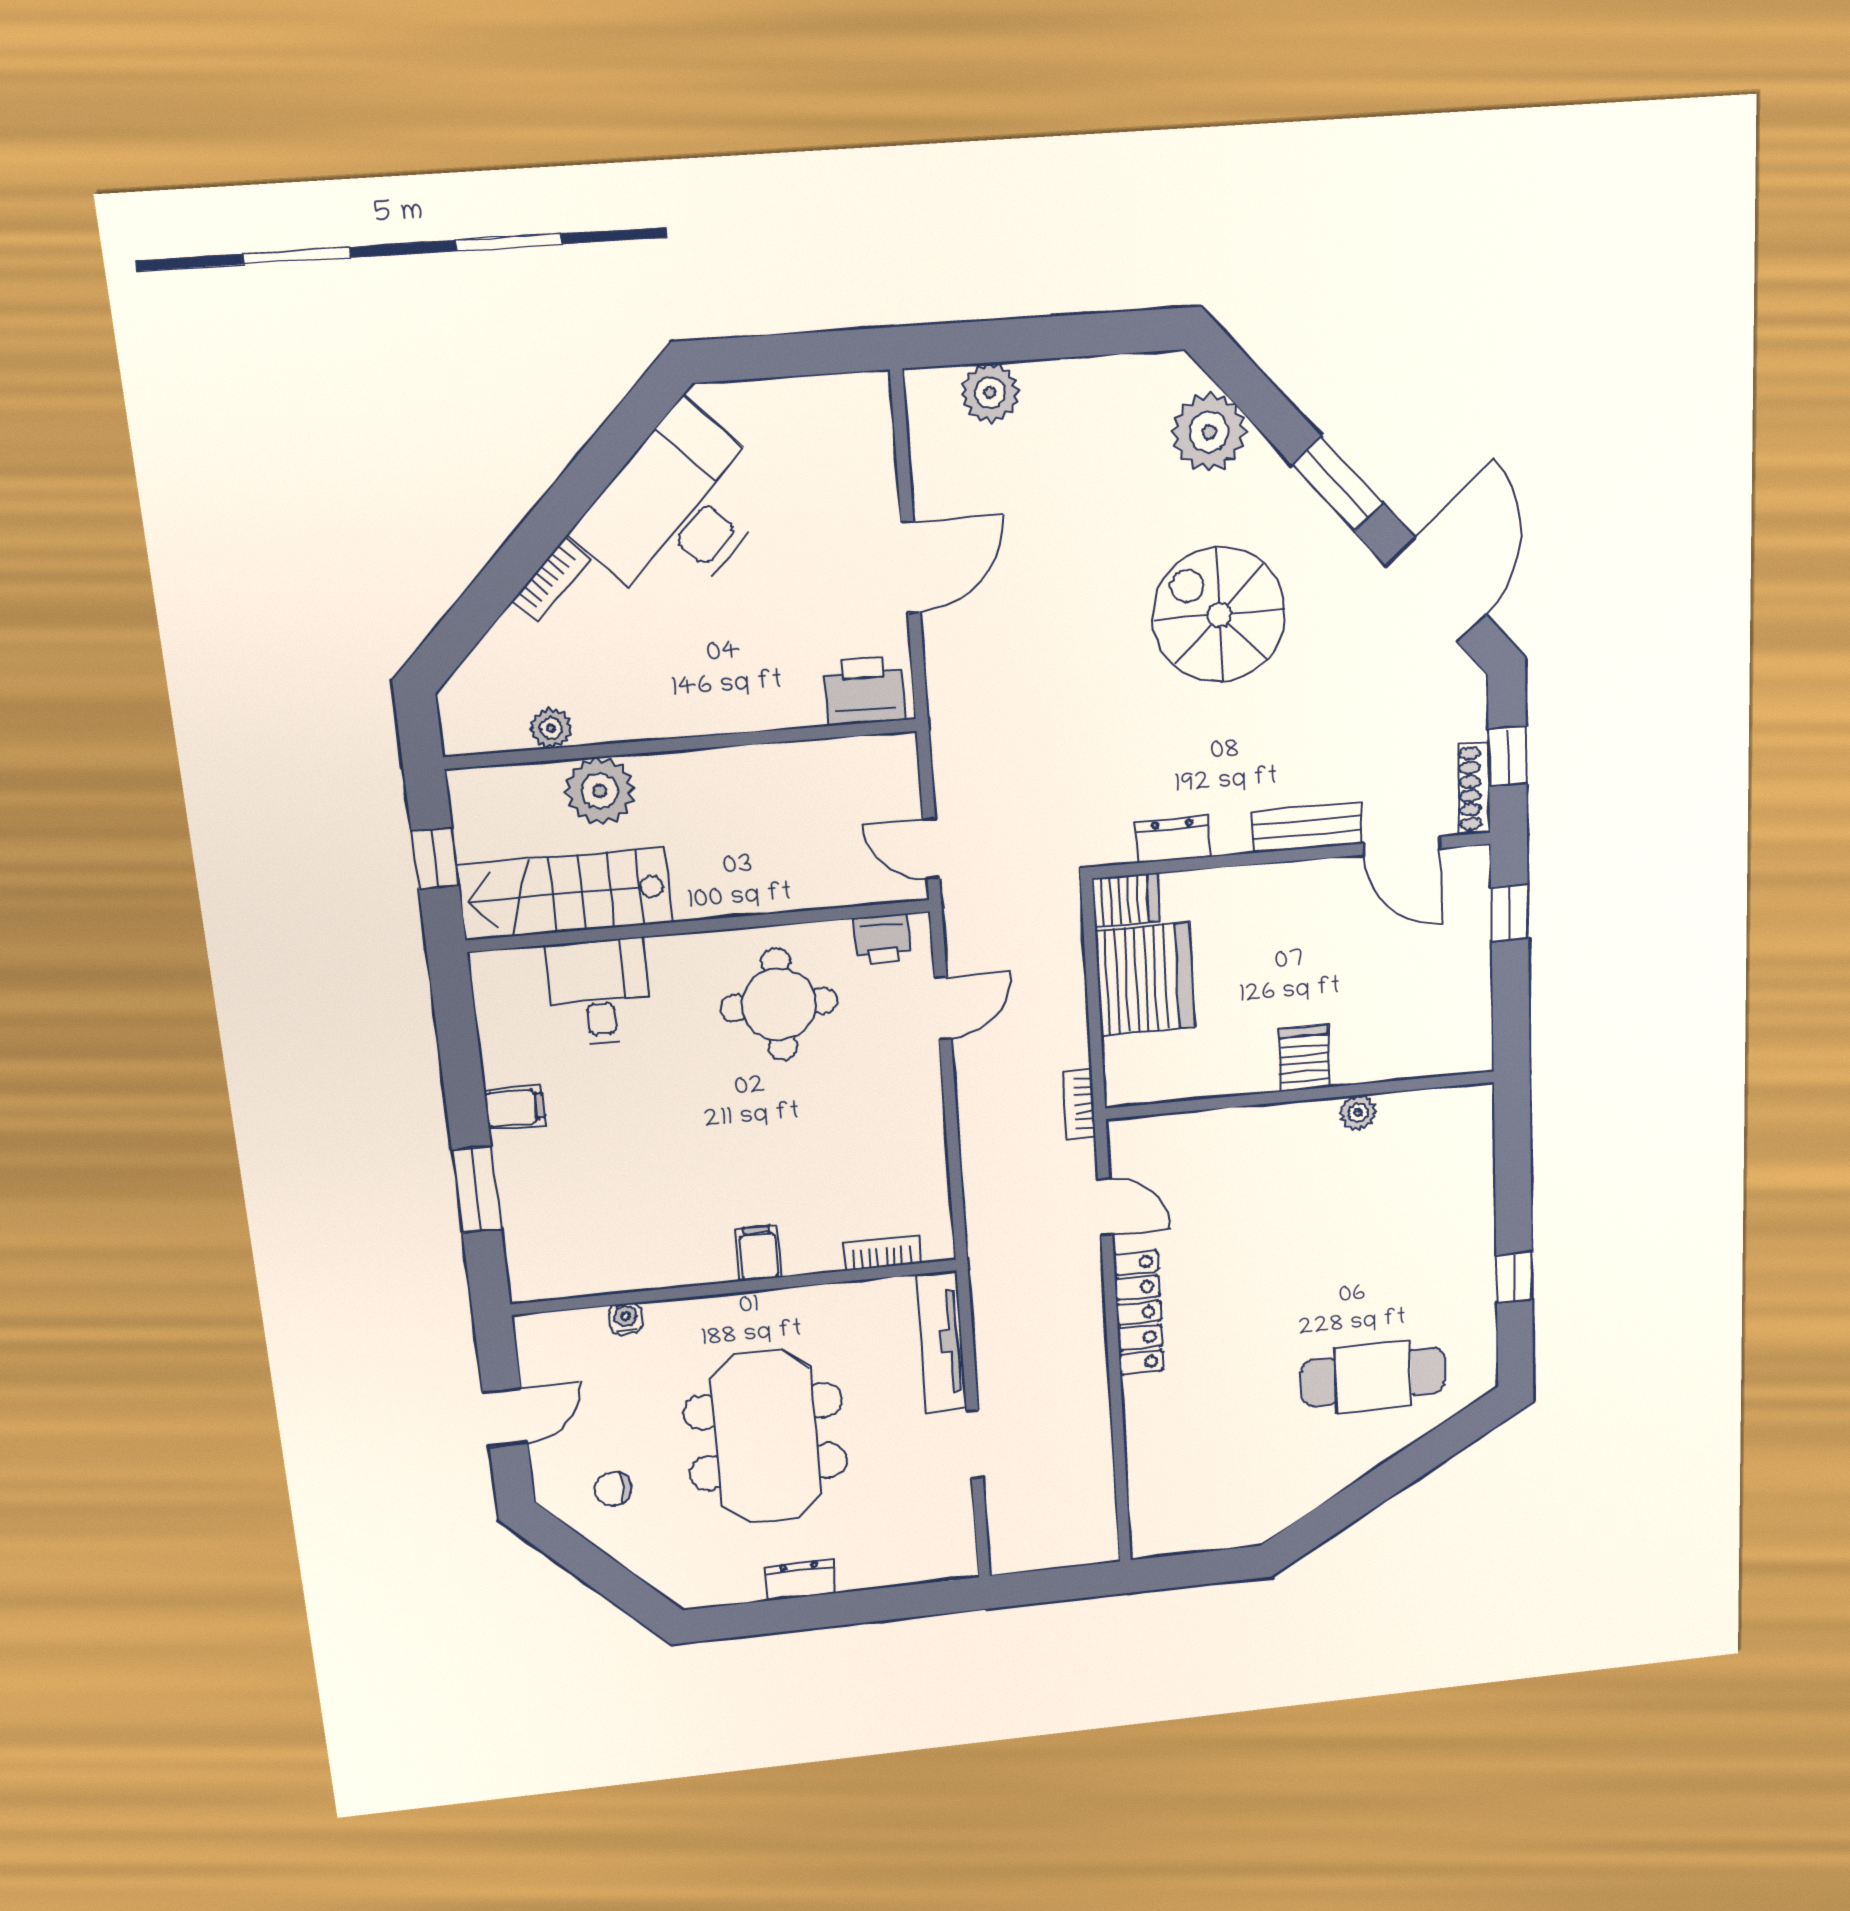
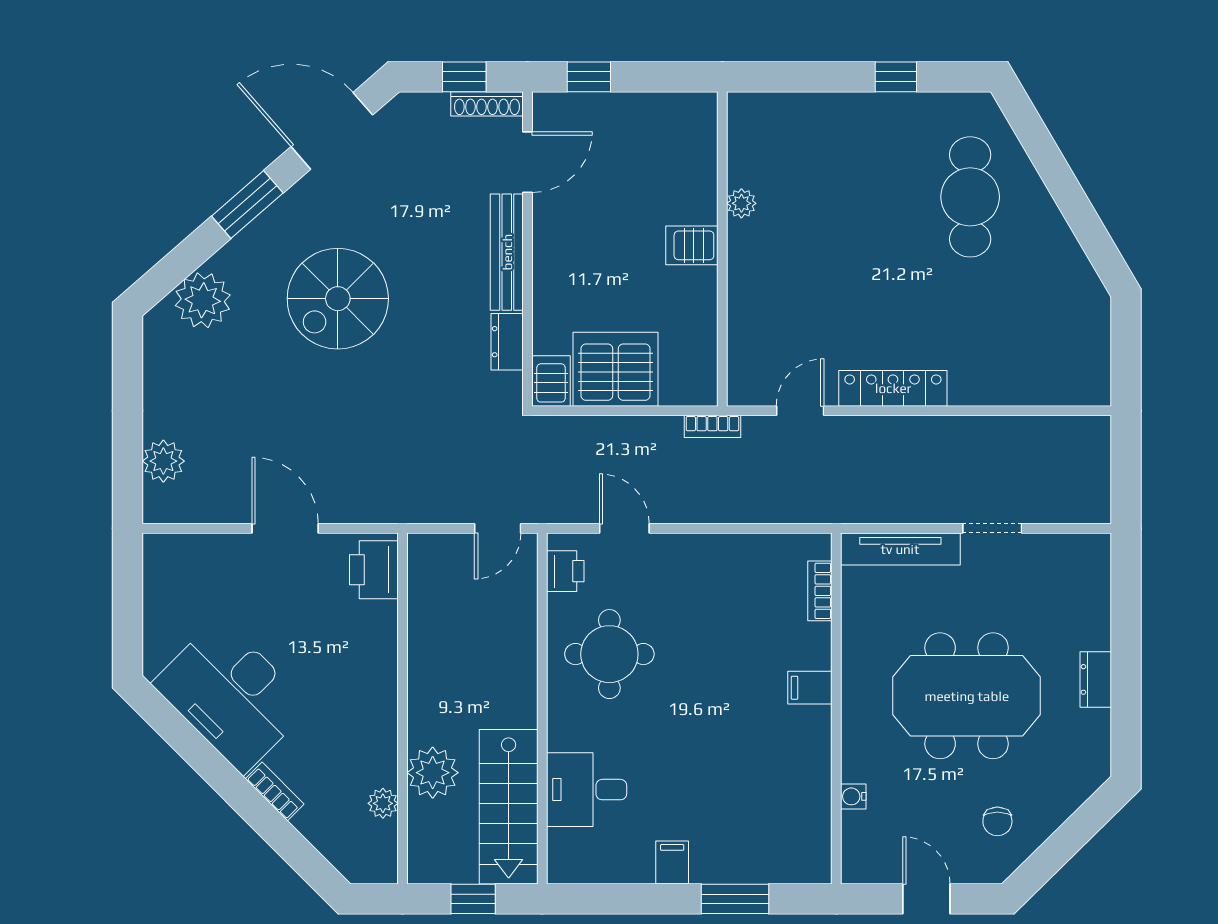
bench: (1307, 828) -> (507, 252), width x1.36

